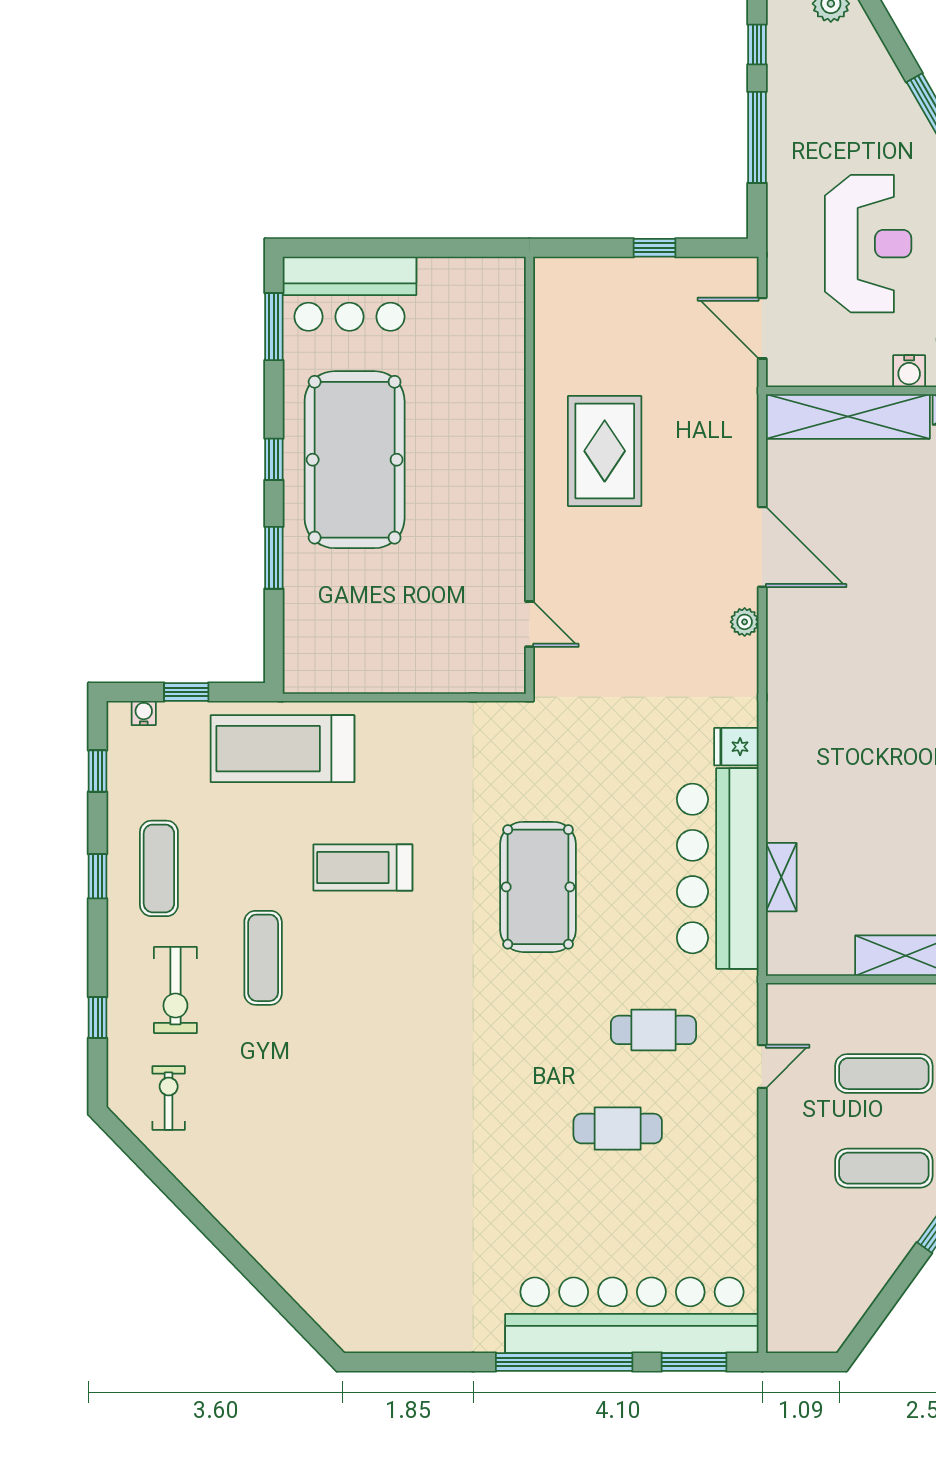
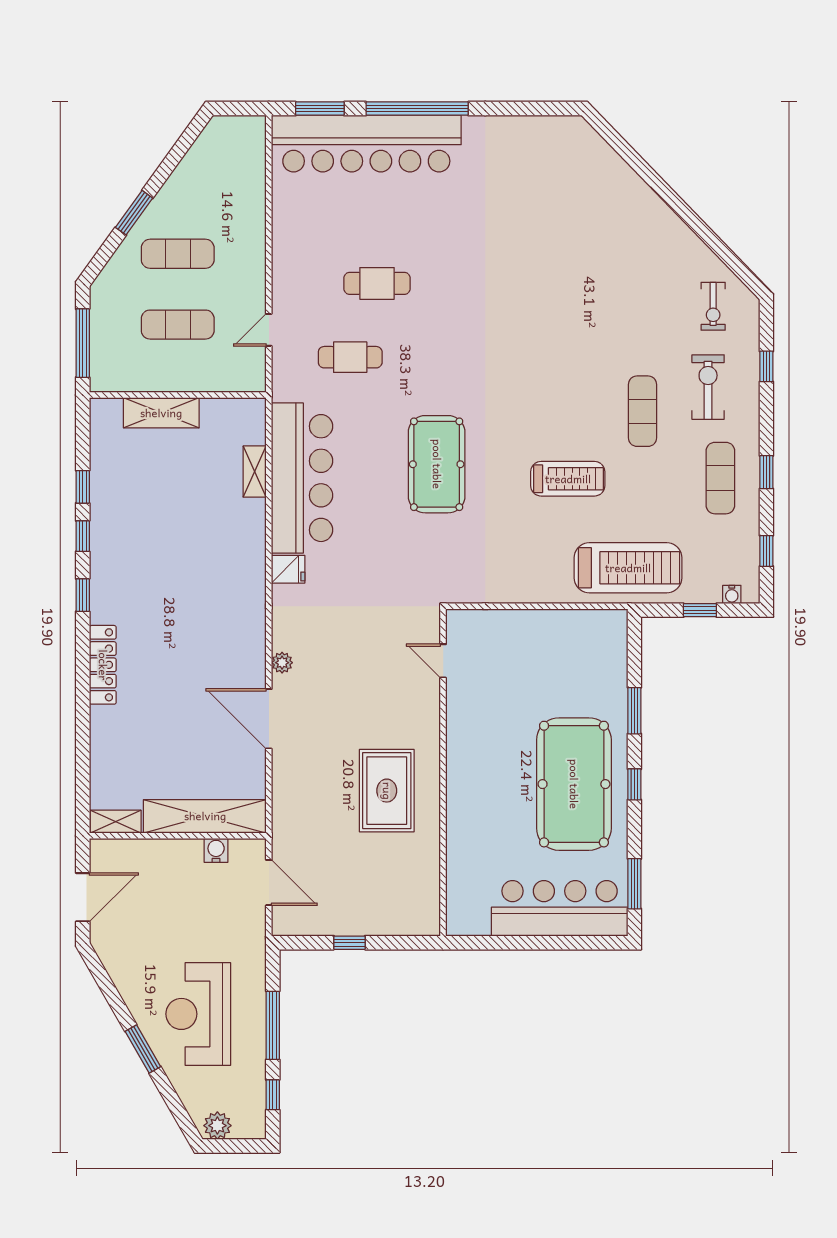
reception desk: (868, 244) -> (198, 1014), moved
bar counter: (349, 294) -> (560, 908), width x1.36
water cooler: (909, 371) -> (216, 850), moved

